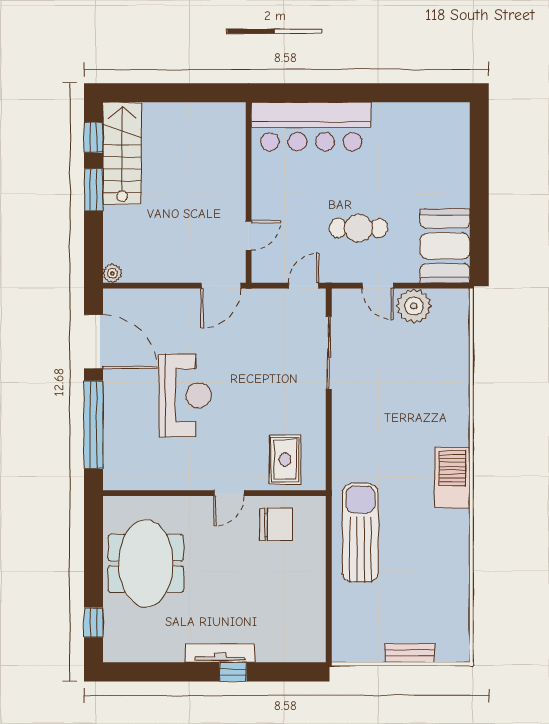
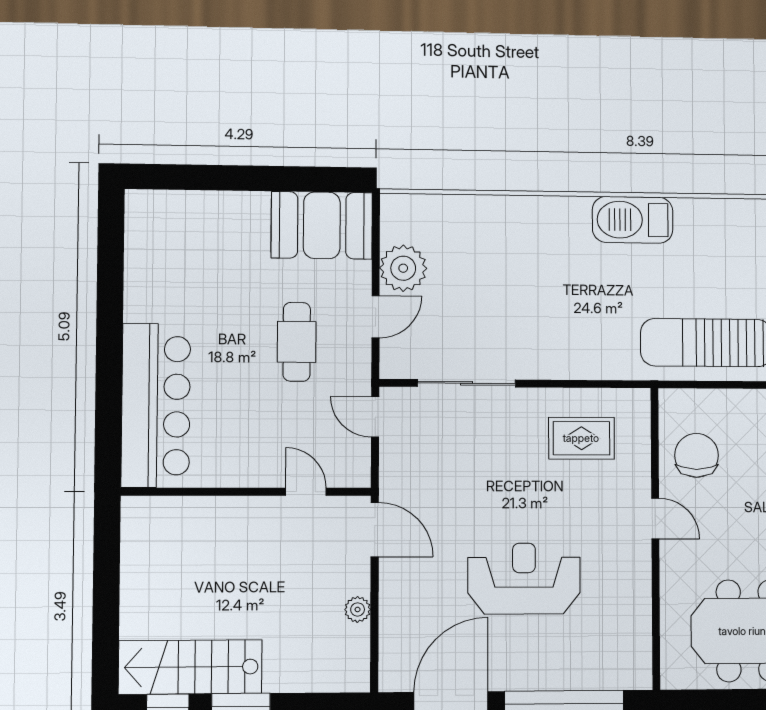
plant: (112, 273) -> (358, 609), moved
rug: (285, 459) -> (581, 438), moved

